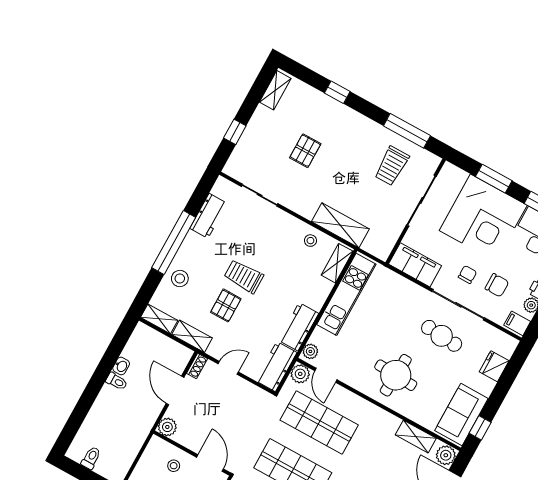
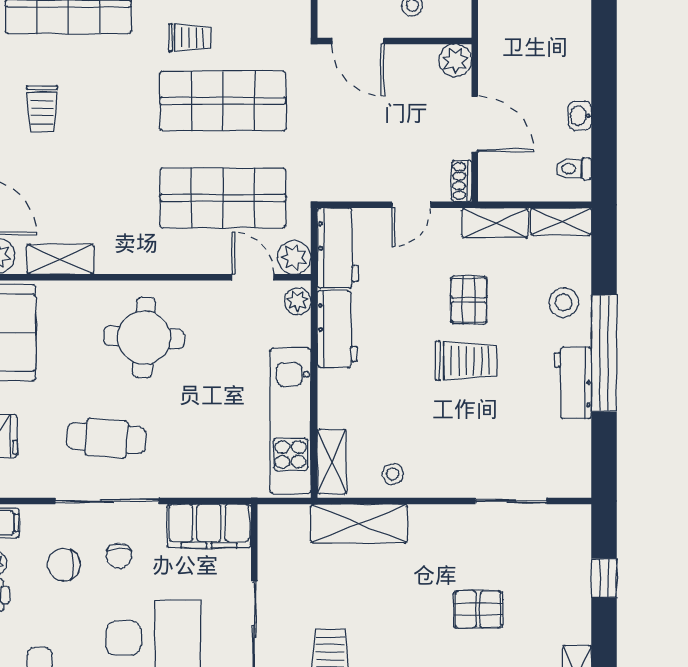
pallet: (305, 151) -> (478, 609), turned 90
workbench: (208, 216) -> (573, 383), moved
toilet: (117, 381) -> (574, 169), moved

